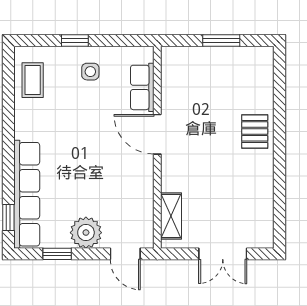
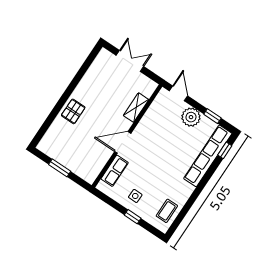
door: (157, 134) -> (123, 142), swing flipped
shelving: (171, 216) -> (136, 108), moved

